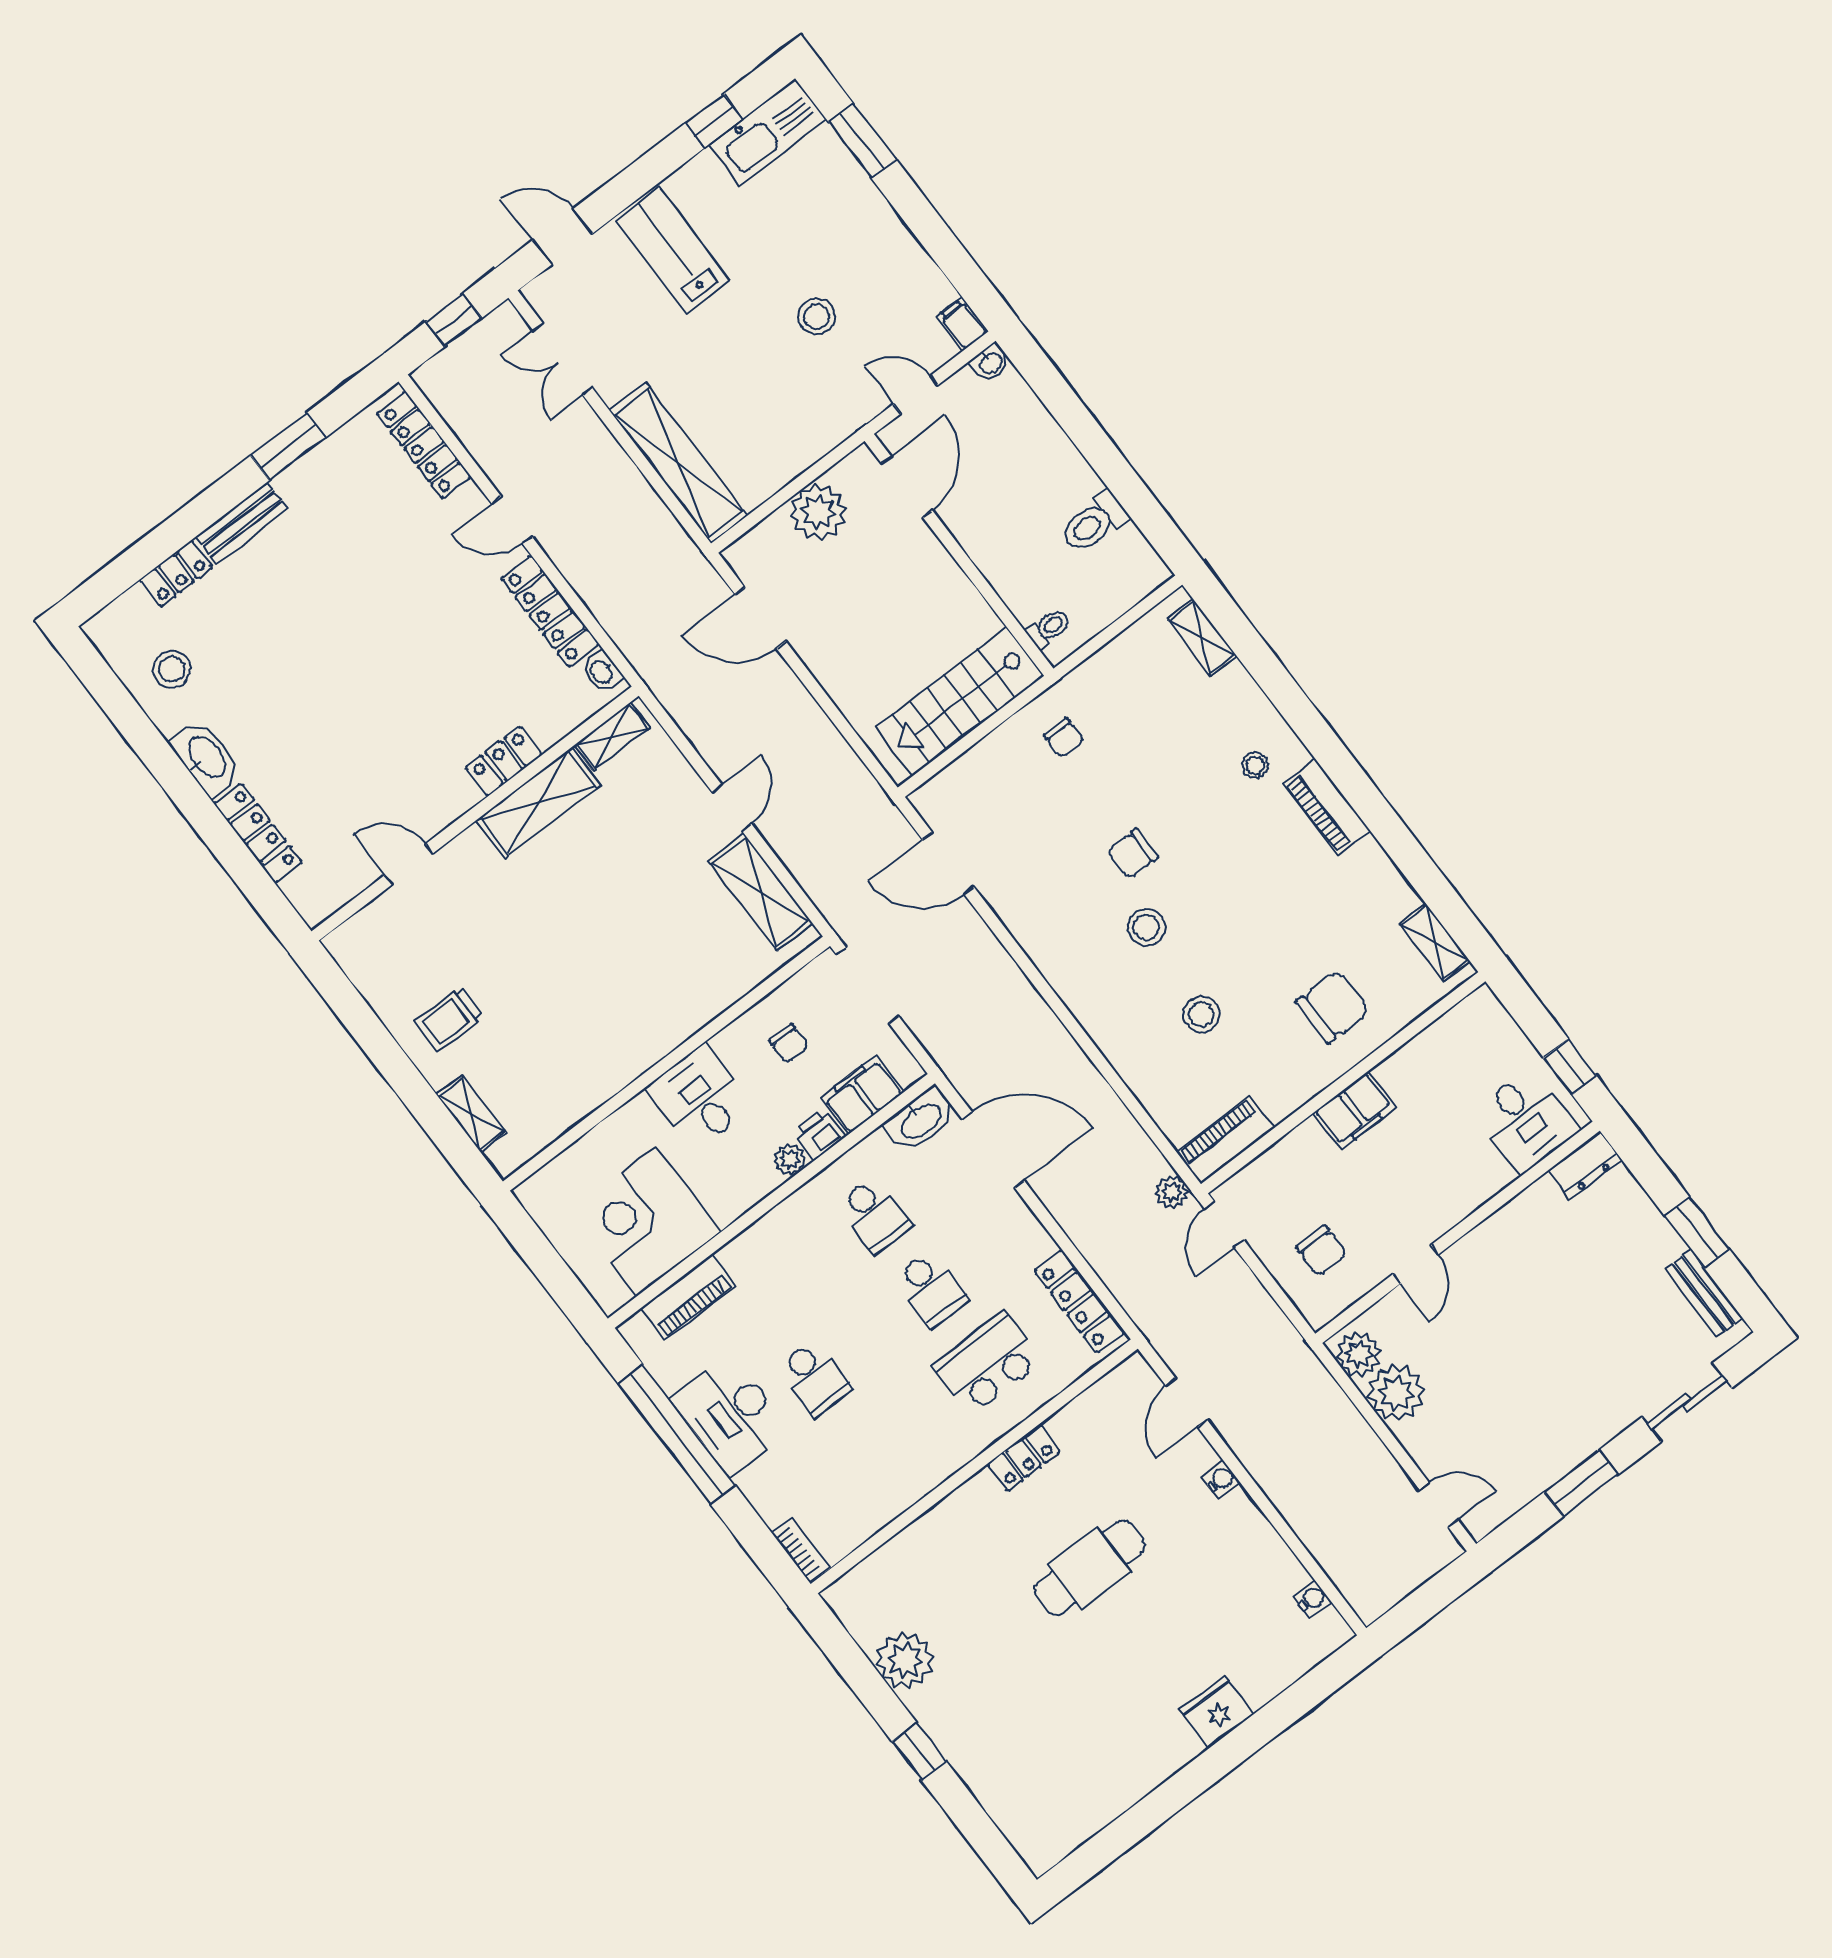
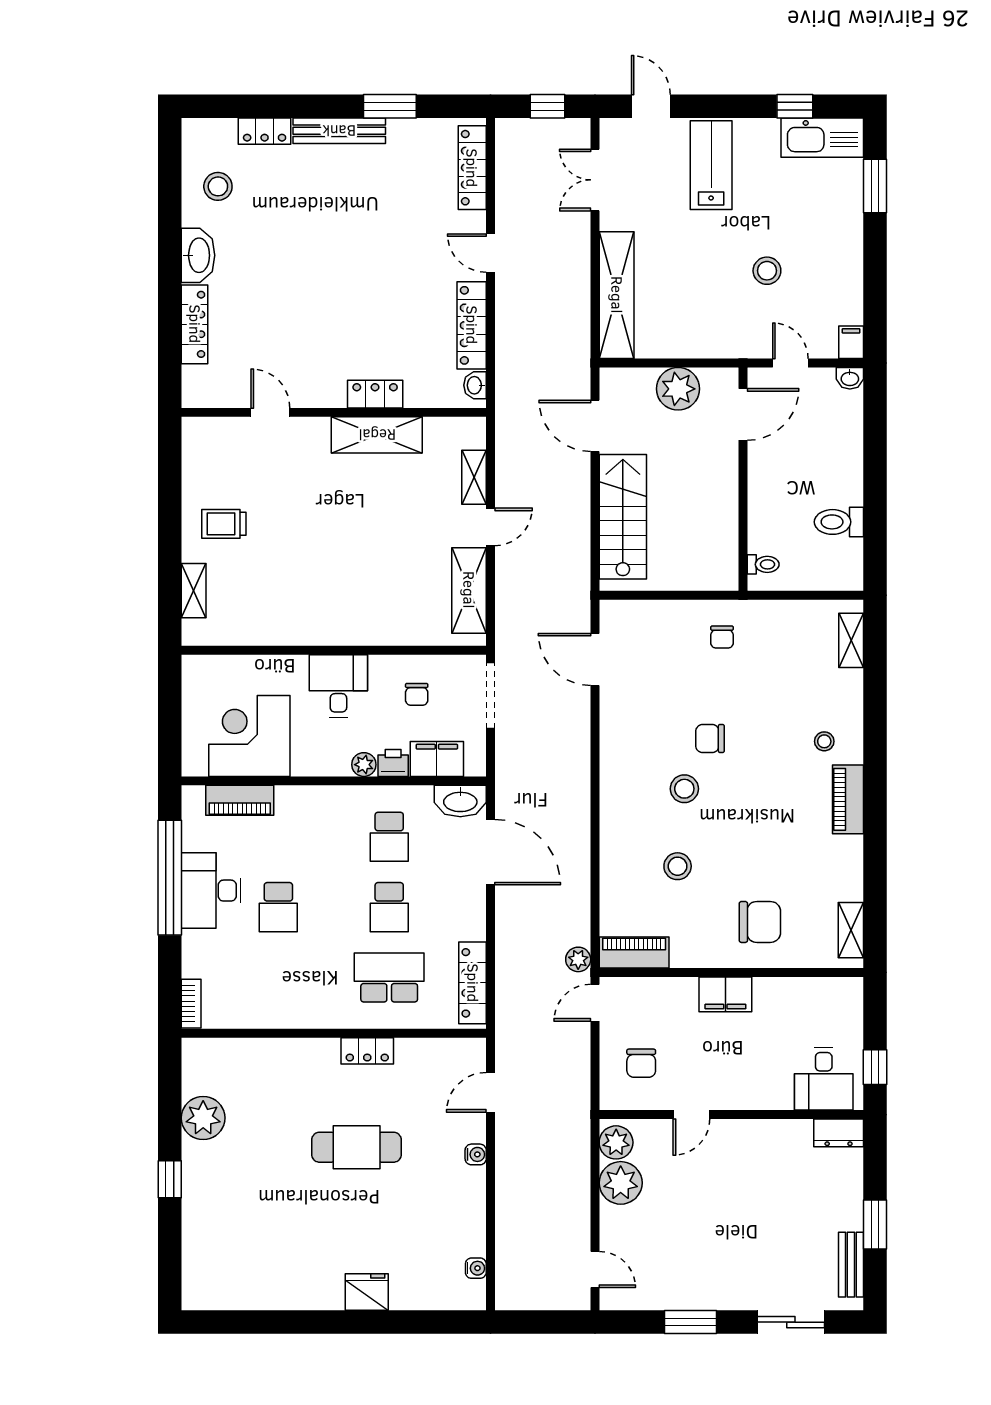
bench: (242, 523) -> (339, 131), width x1.36
stairs: (960, 701) -> (623, 517), moved, turned 90
shelving: (612, 736) -> (474, 477), moved, turned 90

